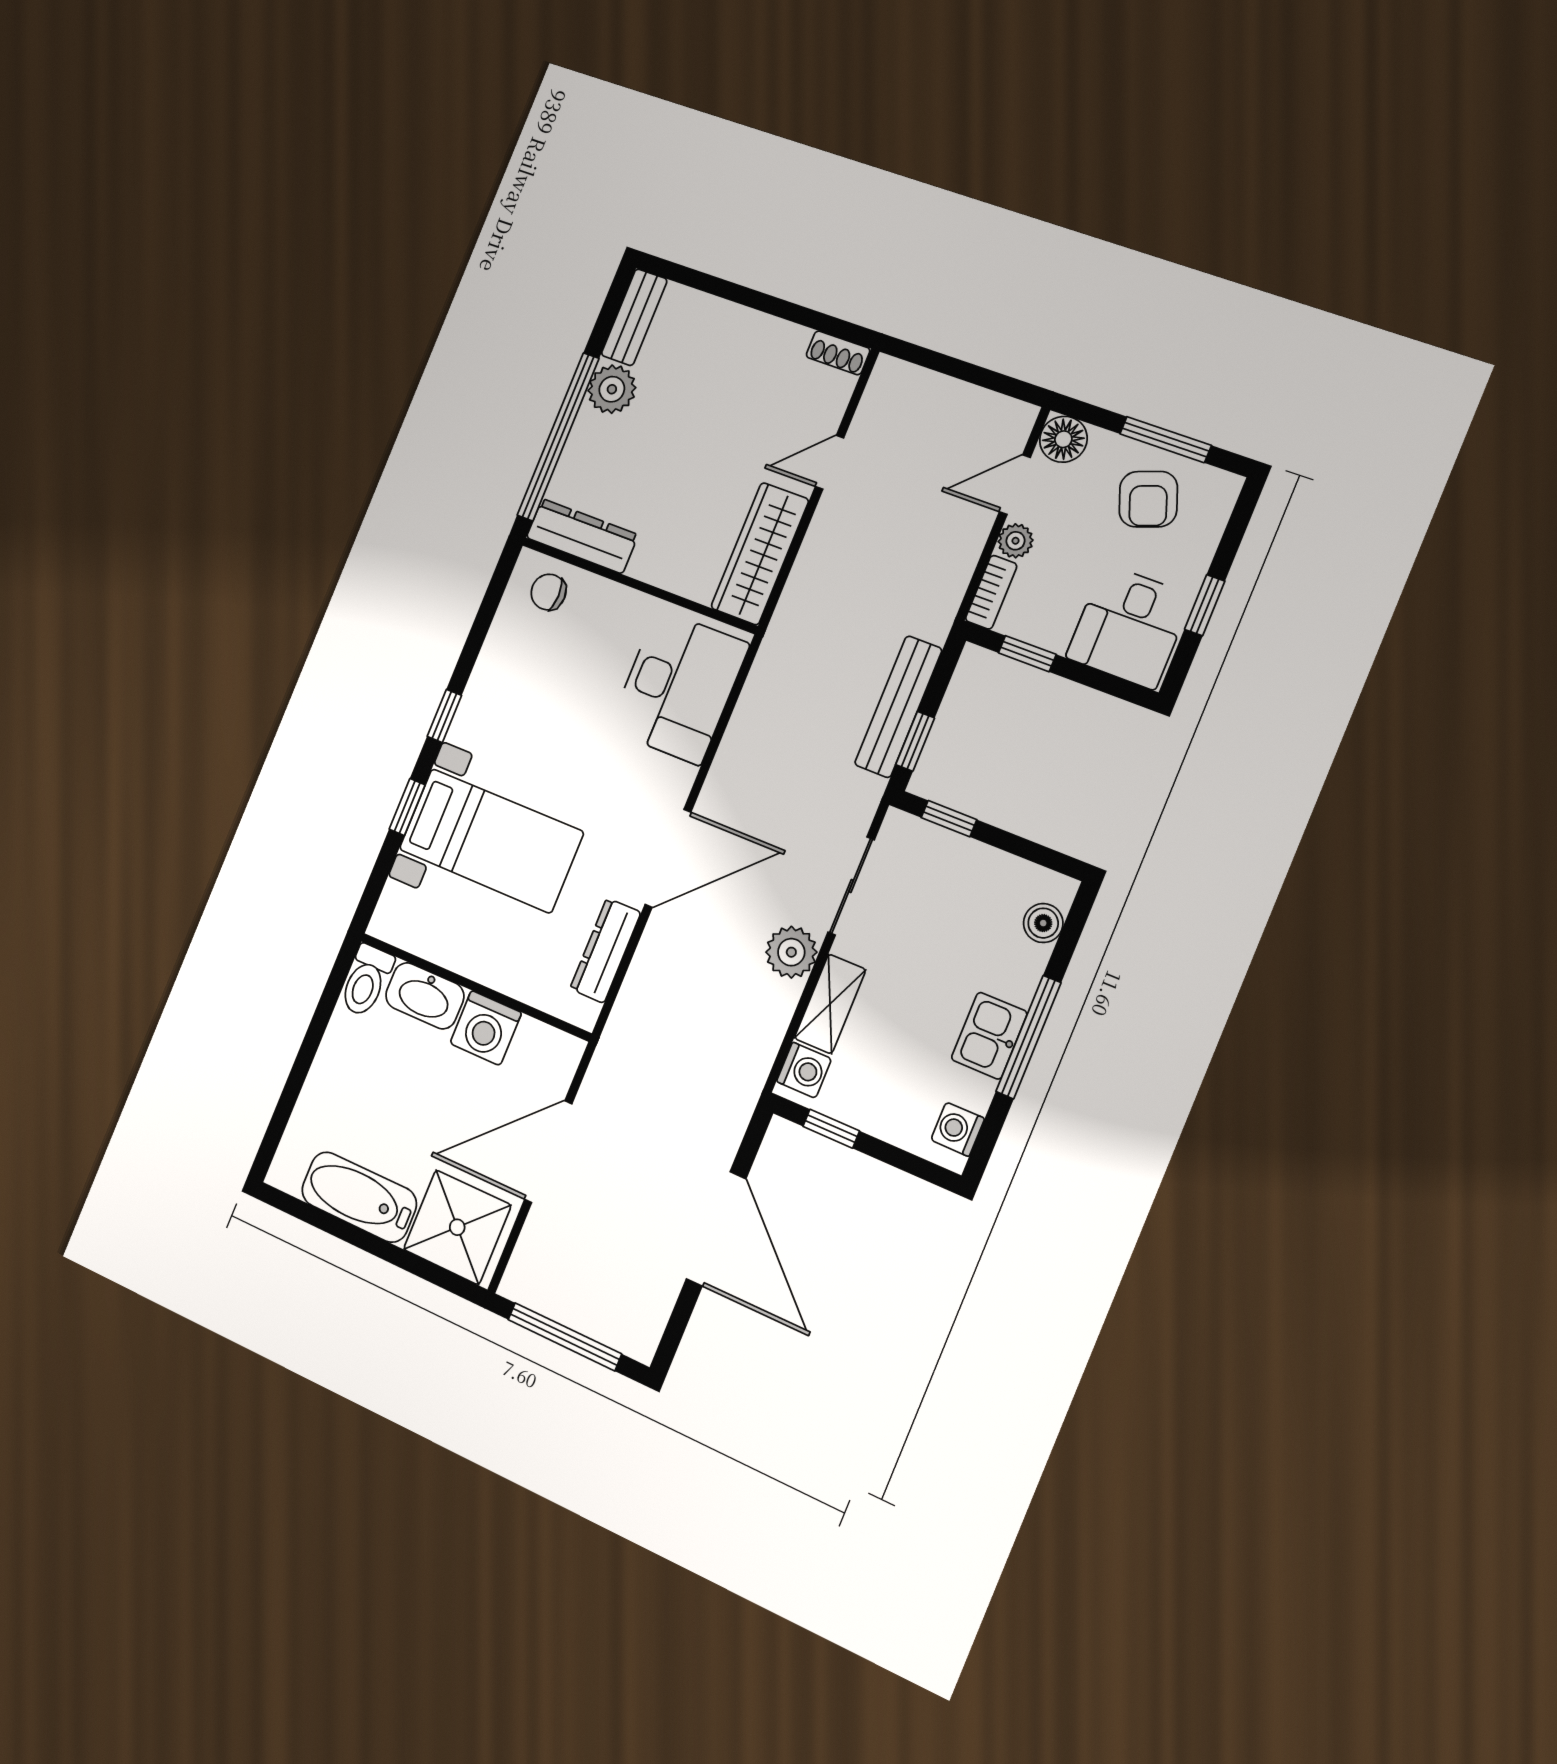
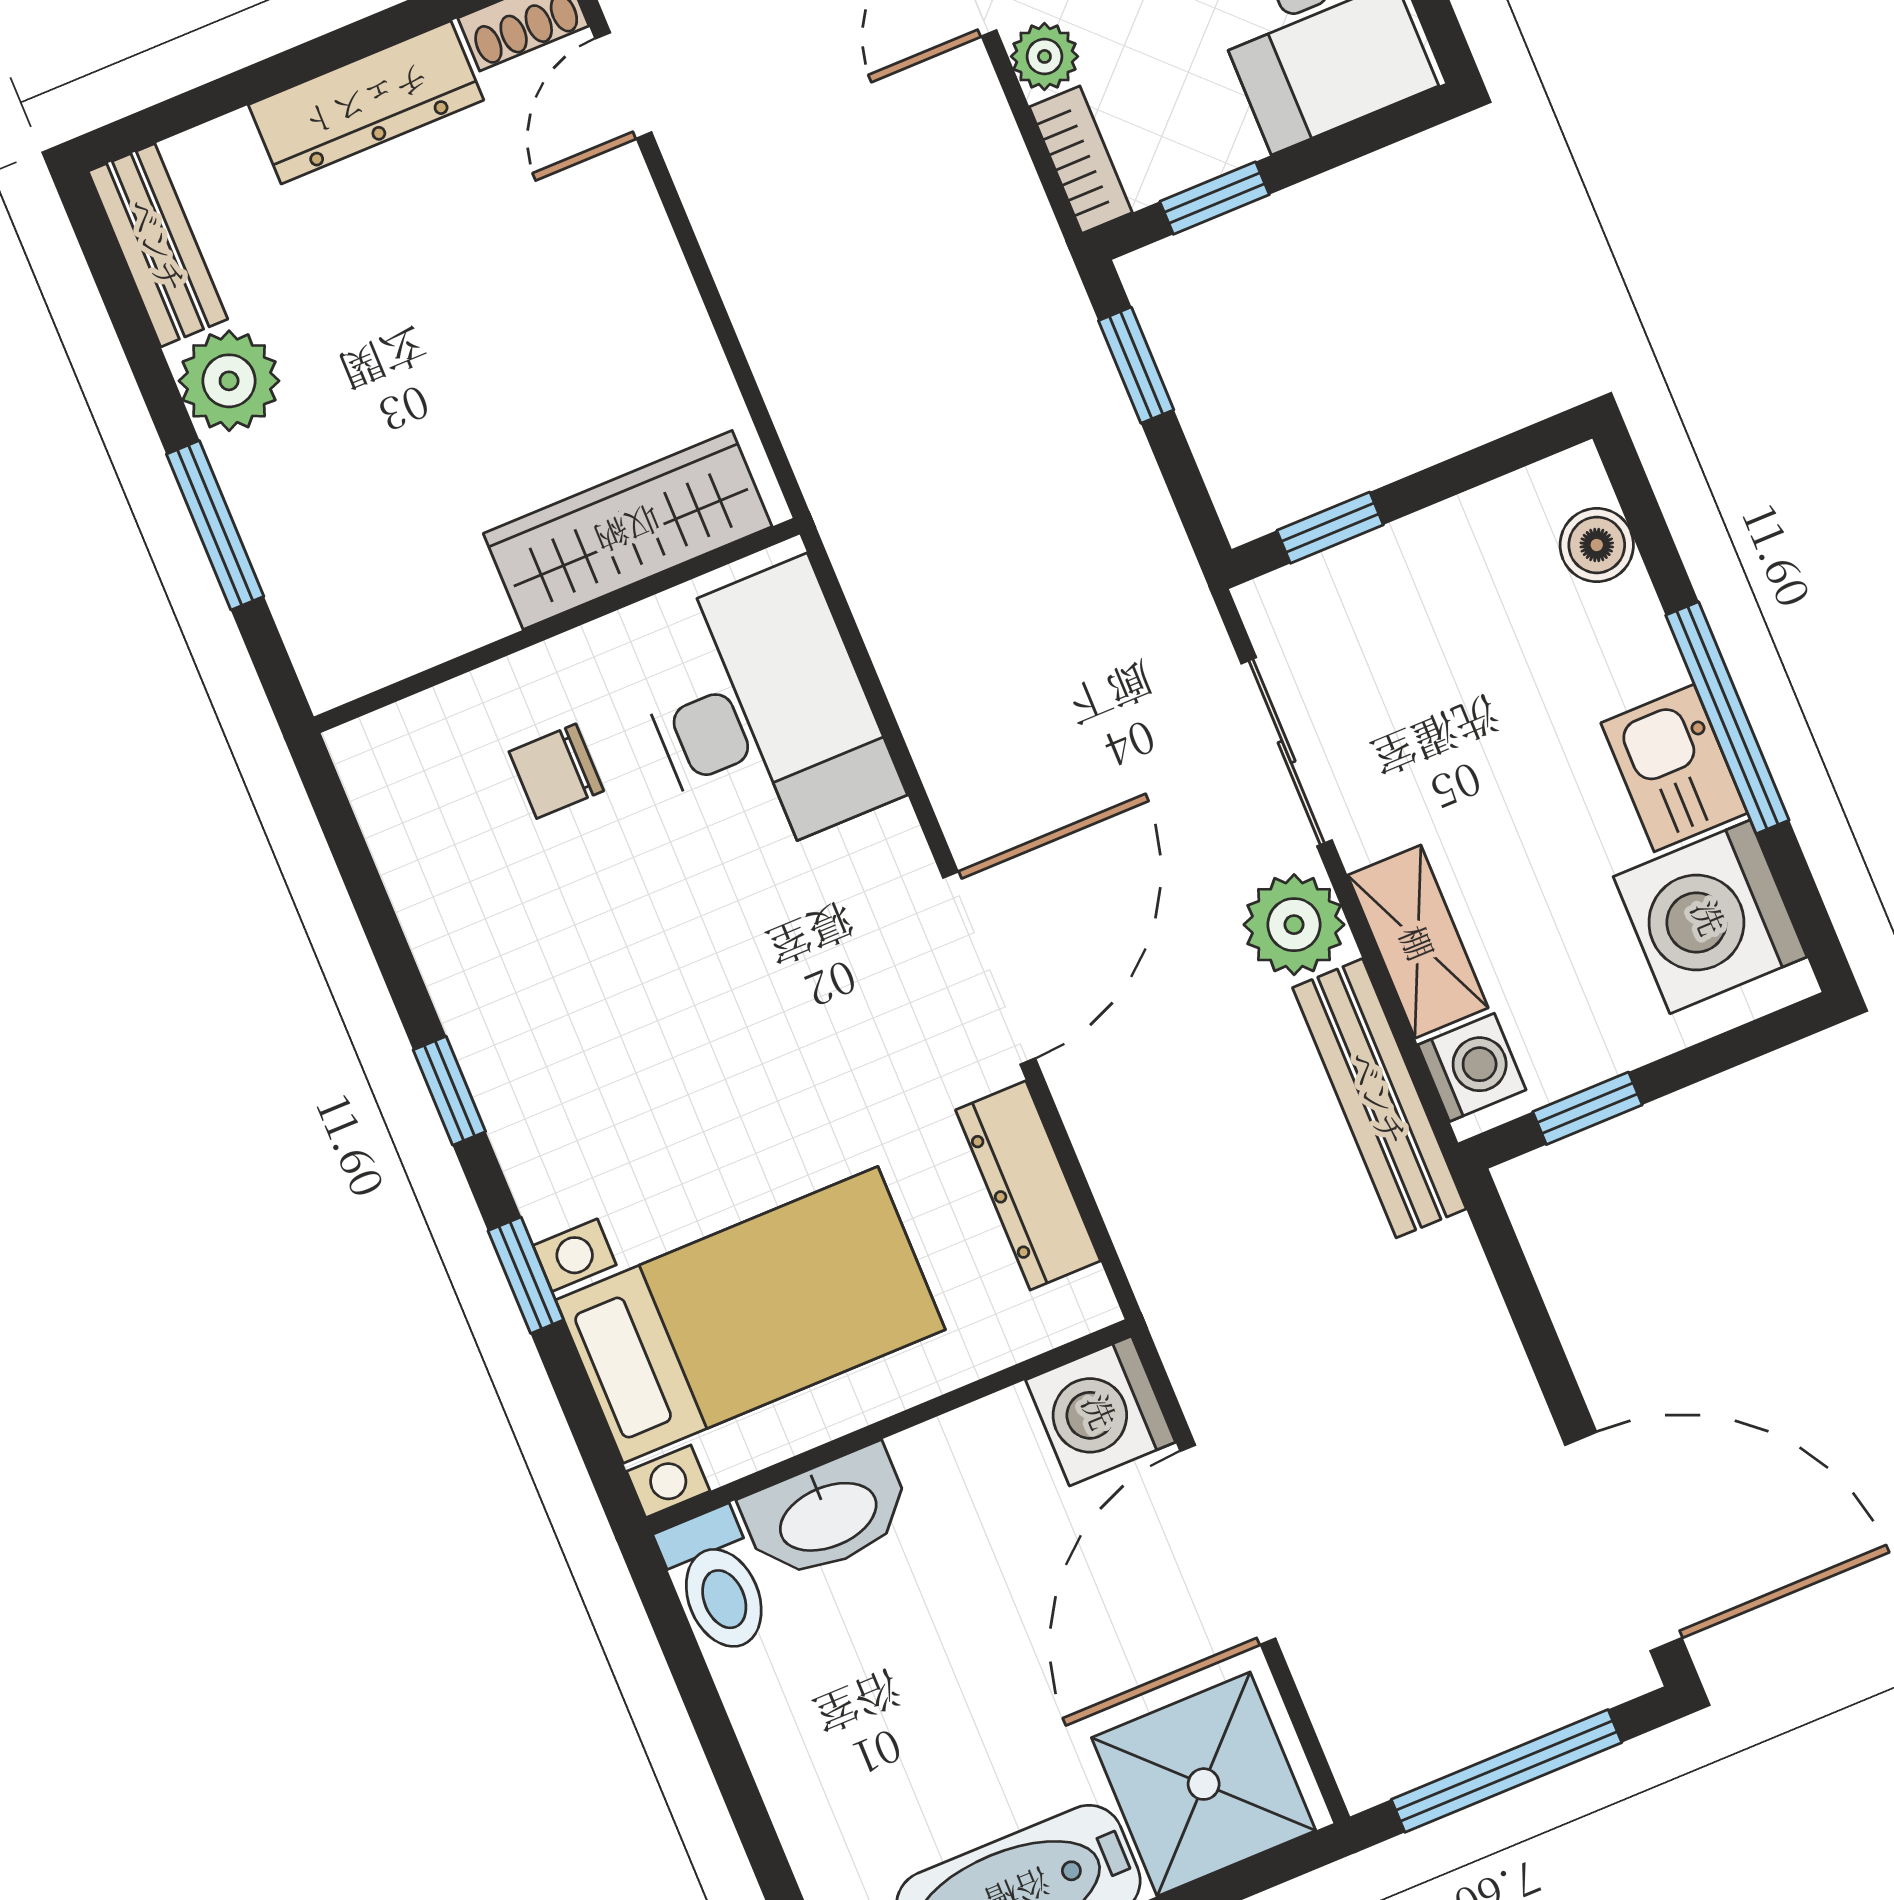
window: (558, 437) -> (215, 525), width x0.47
door: (830, 462) -> (623, 85), moved
dresser: (582, 536) -> (366, 102), moved, turned 180
wardrobe: (760, 554) -> (628, 530), moved, turned 90
chair: (549, 592) -> (556, 771), moved
bench: (898, 707) -> (1379, 1098), moved
window: (915, 741) -> (1136, 365), moved
bed with nightstands: (491, 841) -> (750, 1315), moved
washing machine: (486, 1028) -> (1101, 1411), moved, turned 90
washing machine: (958, 1129) -> (1710, 917), width x1.89, depth x1.89
door: (716, 1229) -> (1623, 1542), moved

